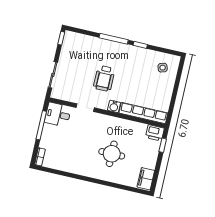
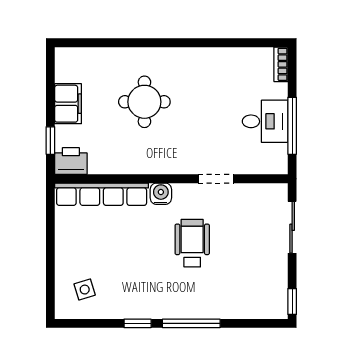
desk: (58, 115) -> (265, 121), moved
filing cabinet: (146, 179) -> (68, 104), moved

